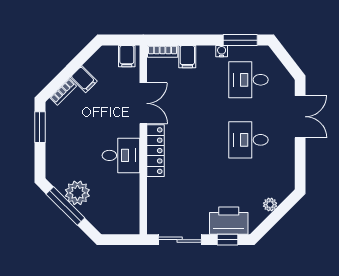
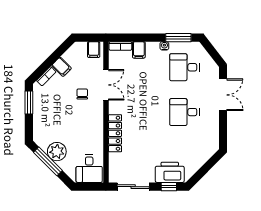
chair: (111, 116) -> (82, 94), added
locker: (155, 151) -> (115, 133), moved
desk: (121, 155) -> (89, 169), moved, turned 90
plant: (270, 205) -> (201, 160), removed

